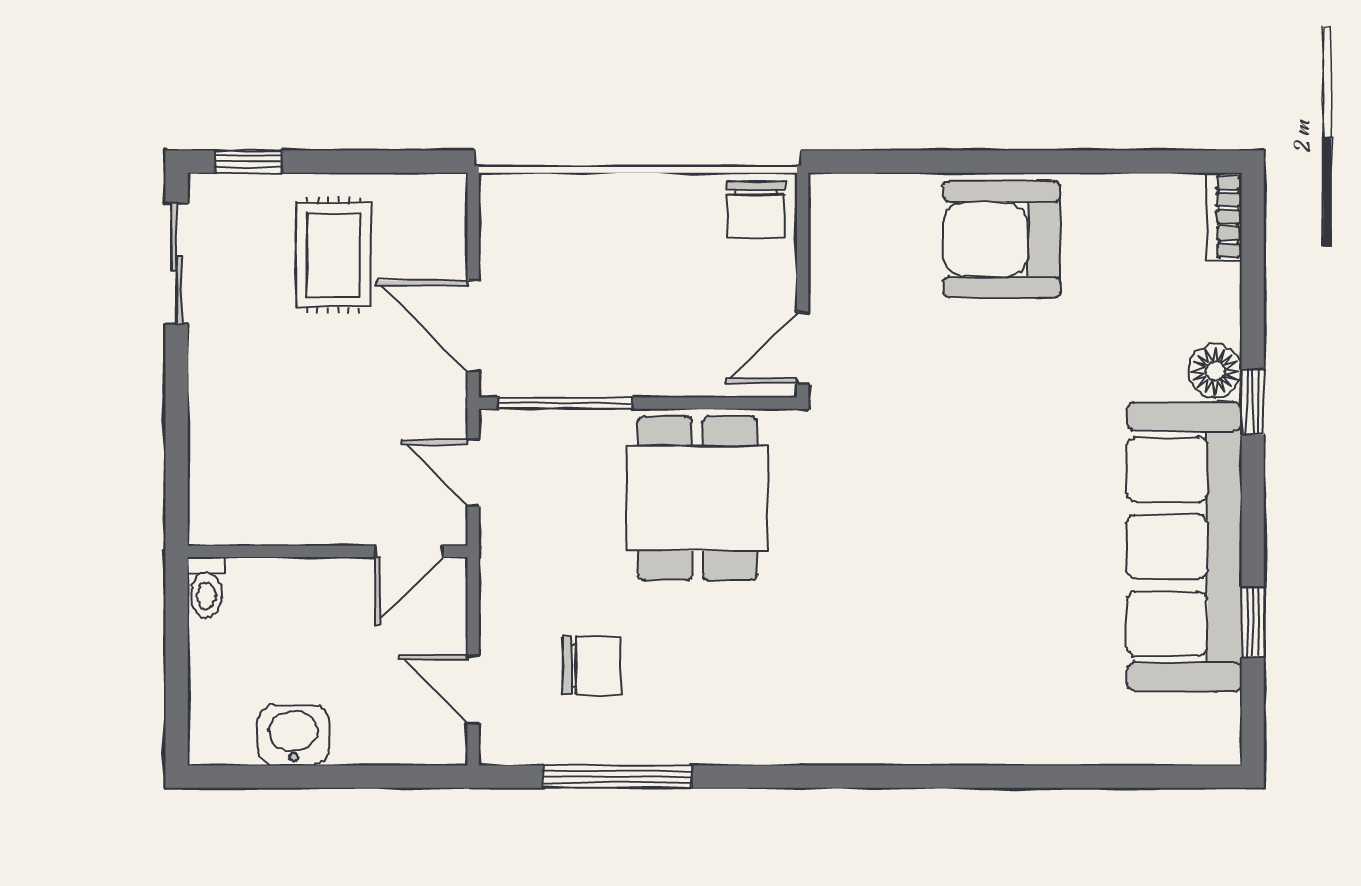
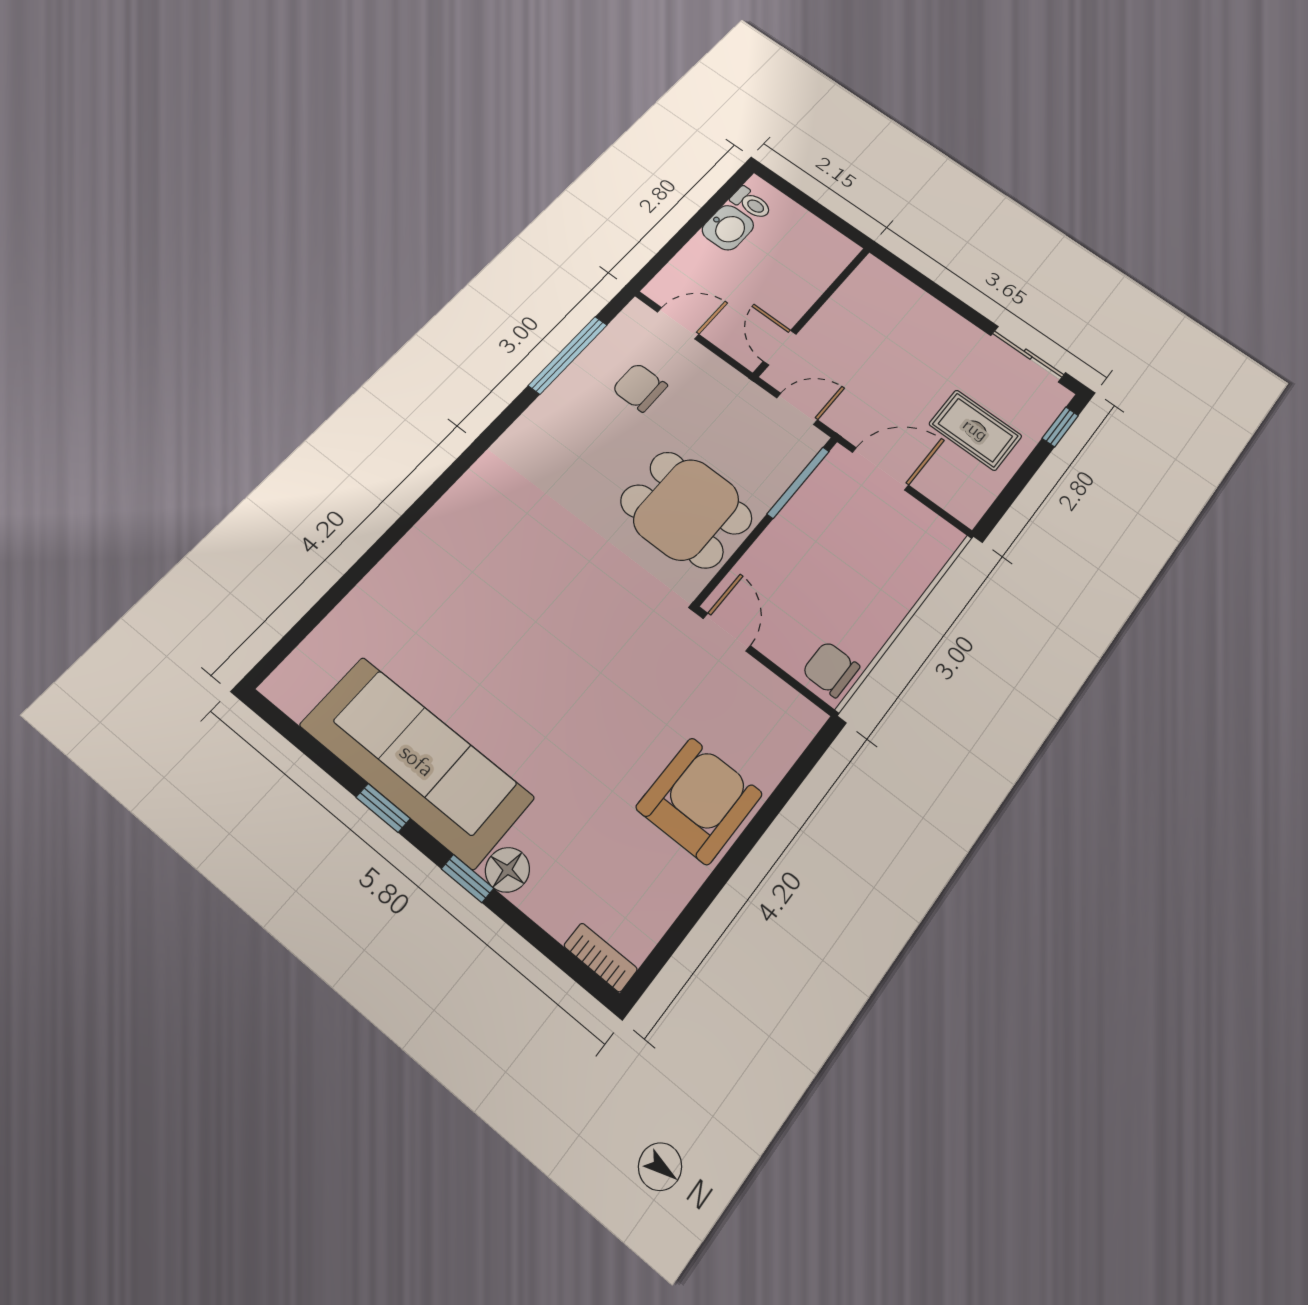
toilet: (206, 587) -> (751, 203), moved, turned 180
window: (1253, 622) -> (383, 808), moved
chair: (591, 666) -> (640, 387), turned 90

